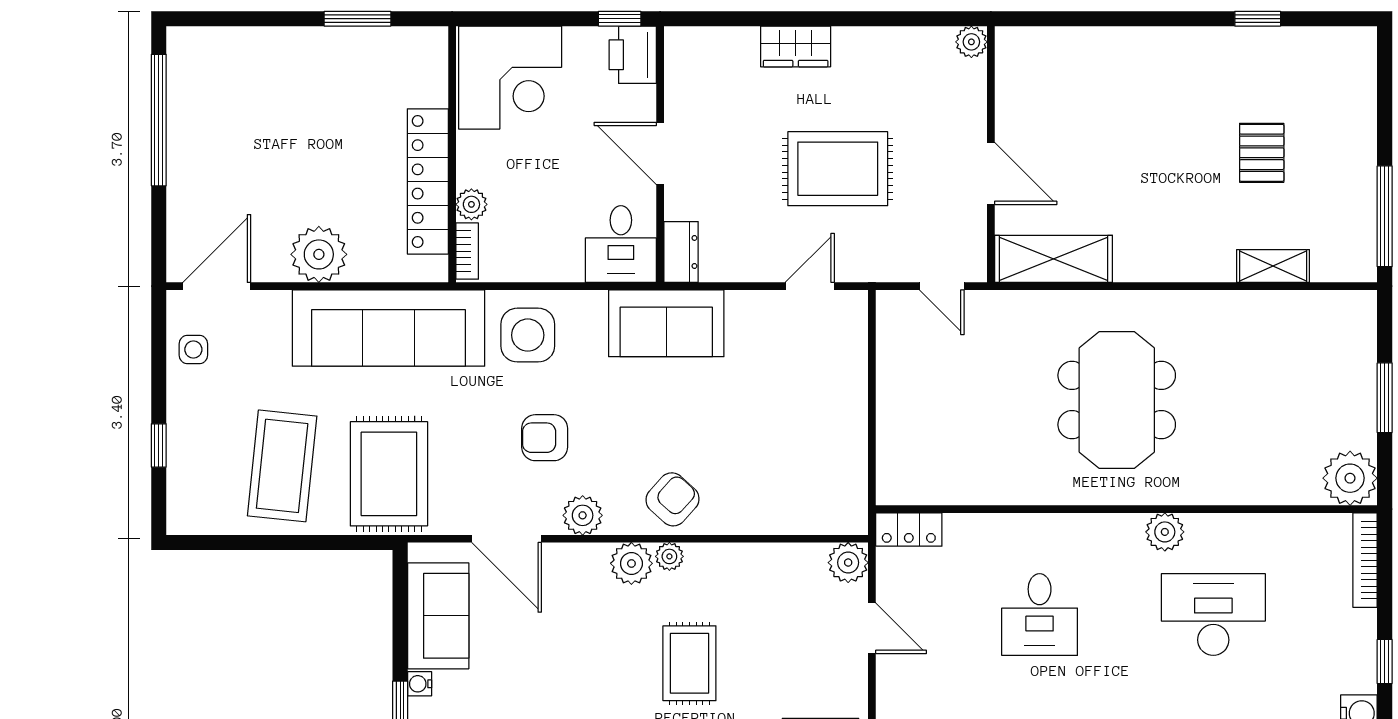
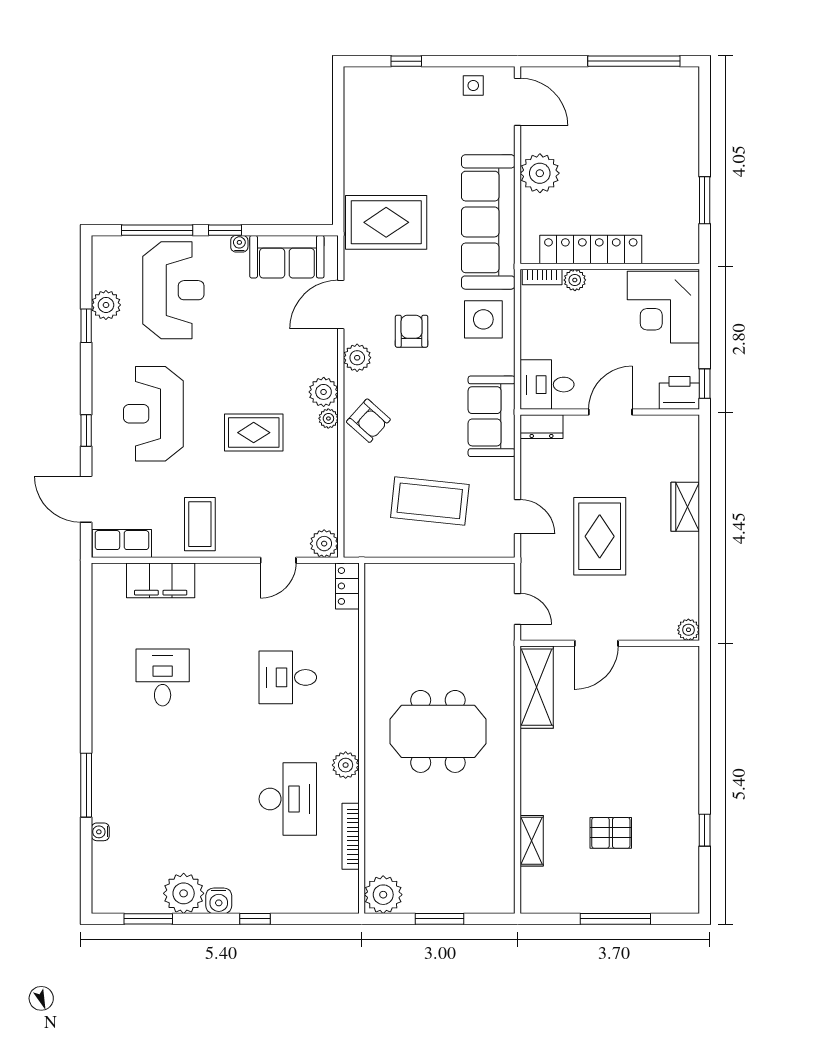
window: (1385, 216) -> (615, 919), moved
door: (942, 286) -> (518, 609), swing flipped
coffee table: (282, 466) -> (430, 501), moved
bookcase: (1365, 560) -> (351, 836), moved, turned -90

